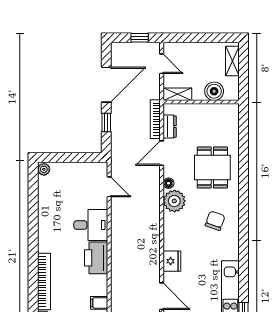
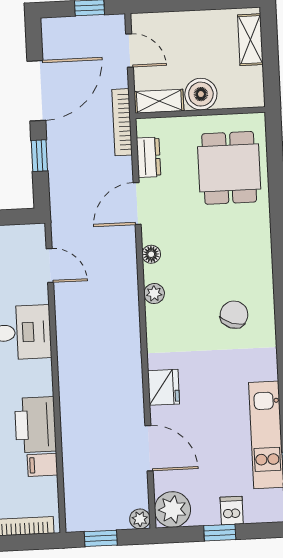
boiler: (214, 91) -> (201, 94), moved
bookcase: (155, 119) -> (122, 122), moved
dining table: (212, 167) -> (229, 168), moved
plant: (174, 201) -> (154, 294), width x0.53, depth x0.53
printer: (96, 258) -> (35, 425), moved

